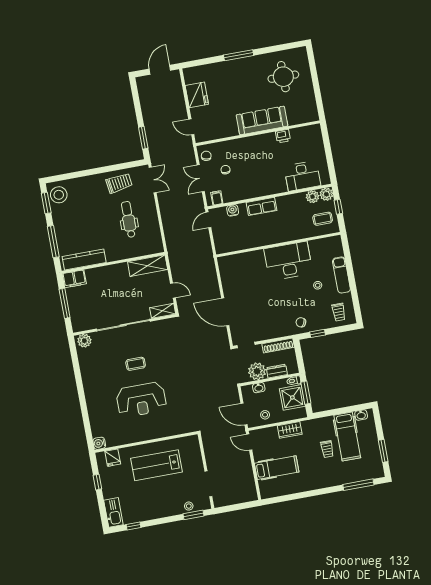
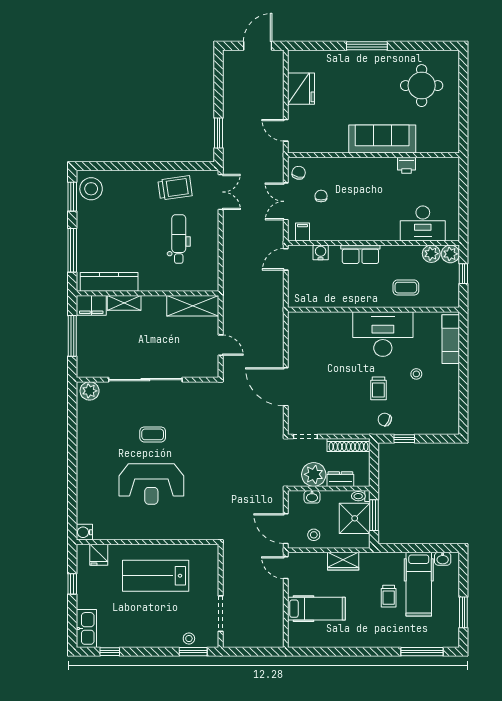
coffee table: (323, 219) -> (406, 288), moved
exam couch: (341, 275) -> (451, 339), moved
shelving: (163, 311) -> (124, 303), moved
trolley: (339, 312) -> (378, 388), moved

